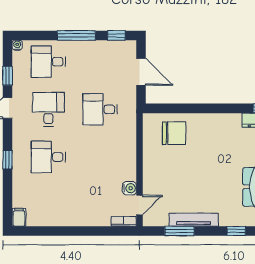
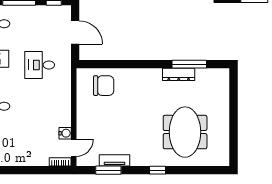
tv unit: (194, 220) -> (114, 160), width x0.71

